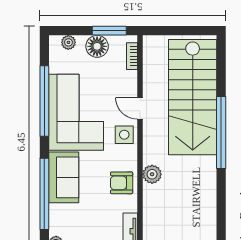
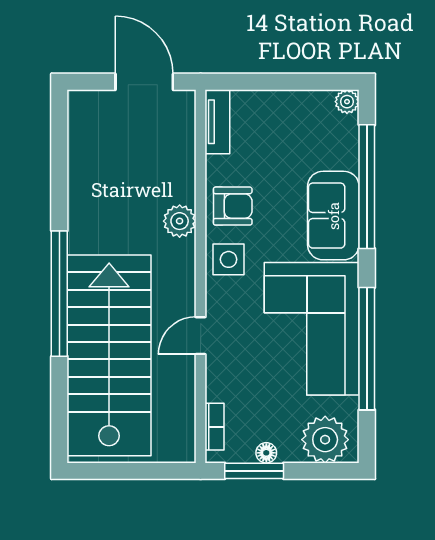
plant: (68, 42) -> (325, 440), width x1.88, depth x1.88
floor lamp: (97, 46) -> (266, 453), width x0.53, depth x0.53
door: (140, 108) -> (201, 336), swing flipped
side table: (124, 135) -> (229, 259), moved

